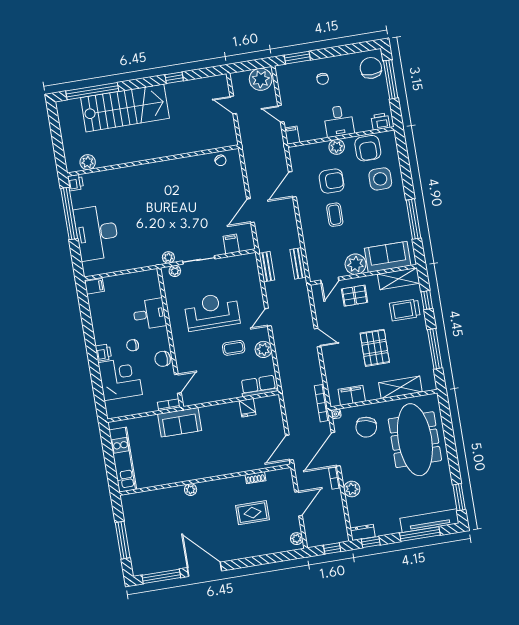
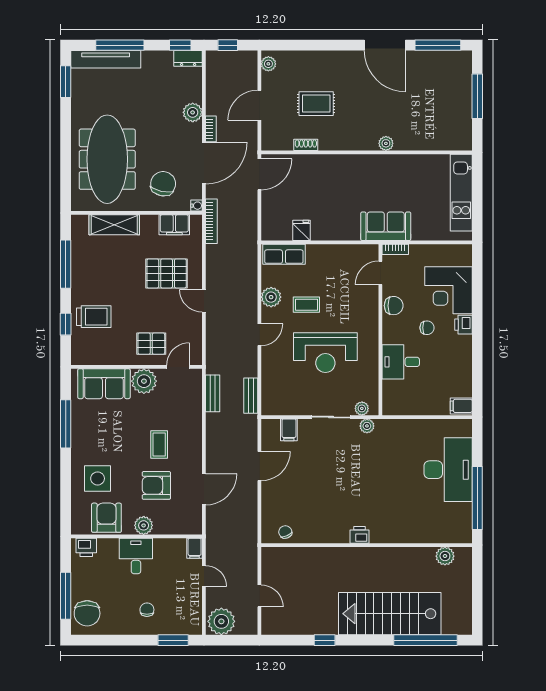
printer: (75, 183) -> (359, 535), moved, turned 90
shelving: (399, 279) -> (95, 355), removed
pallet: (375, 348) -> (167, 273), moved, turned 90

